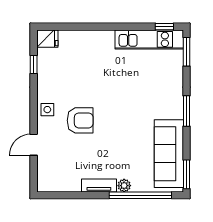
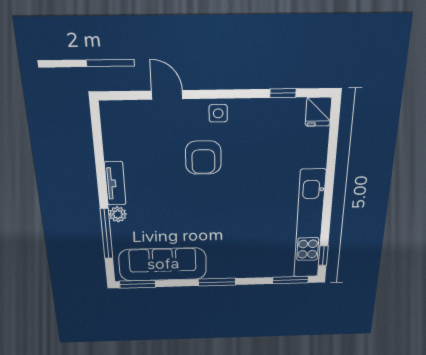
kitchen unit: (149, 39) -> (309, 225), width x1.36
window: (140, 195) -> (107, 234), width x0.68

